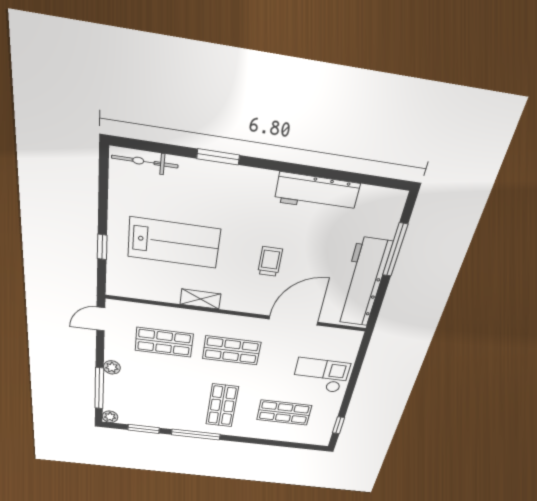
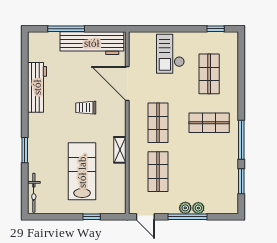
window: (99, 388) -> (188, 217), moved
plant: (110, 417) -> (198, 208), moved

